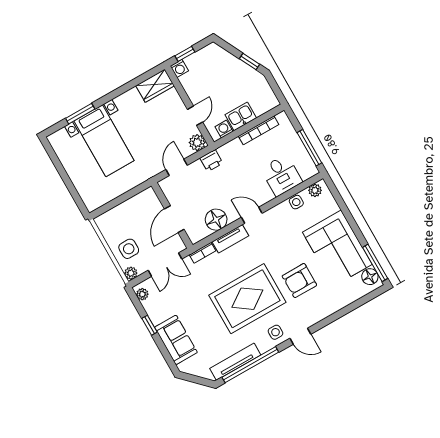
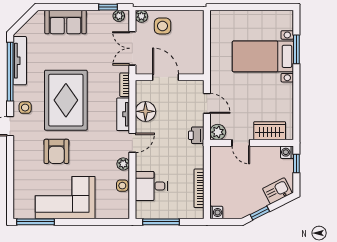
wardrobe: (155, 86) -> (270, 131), moved, turned 90
kitchen sink: (241, 116) -> (277, 191), moved, turned -117
washing machine: (224, 129) -> (216, 213), moved
plant: (315, 190) -> (123, 164), moved
floor lamp: (370, 277) -> (27, 211), removed
armchair: (299, 281) -> (56, 151), turned 180
window: (149, 325) -> (108, 7), moved

